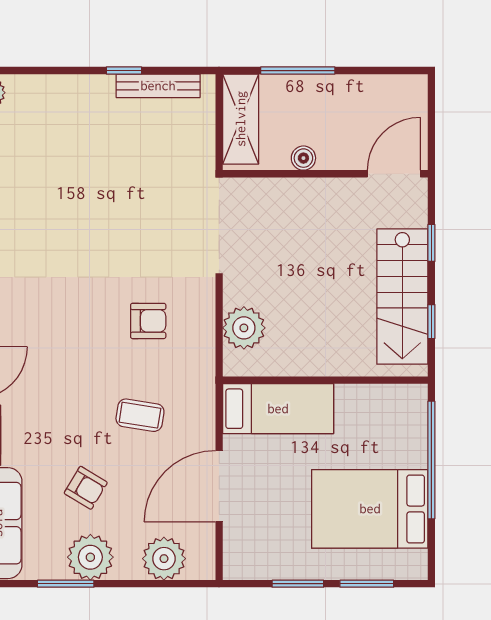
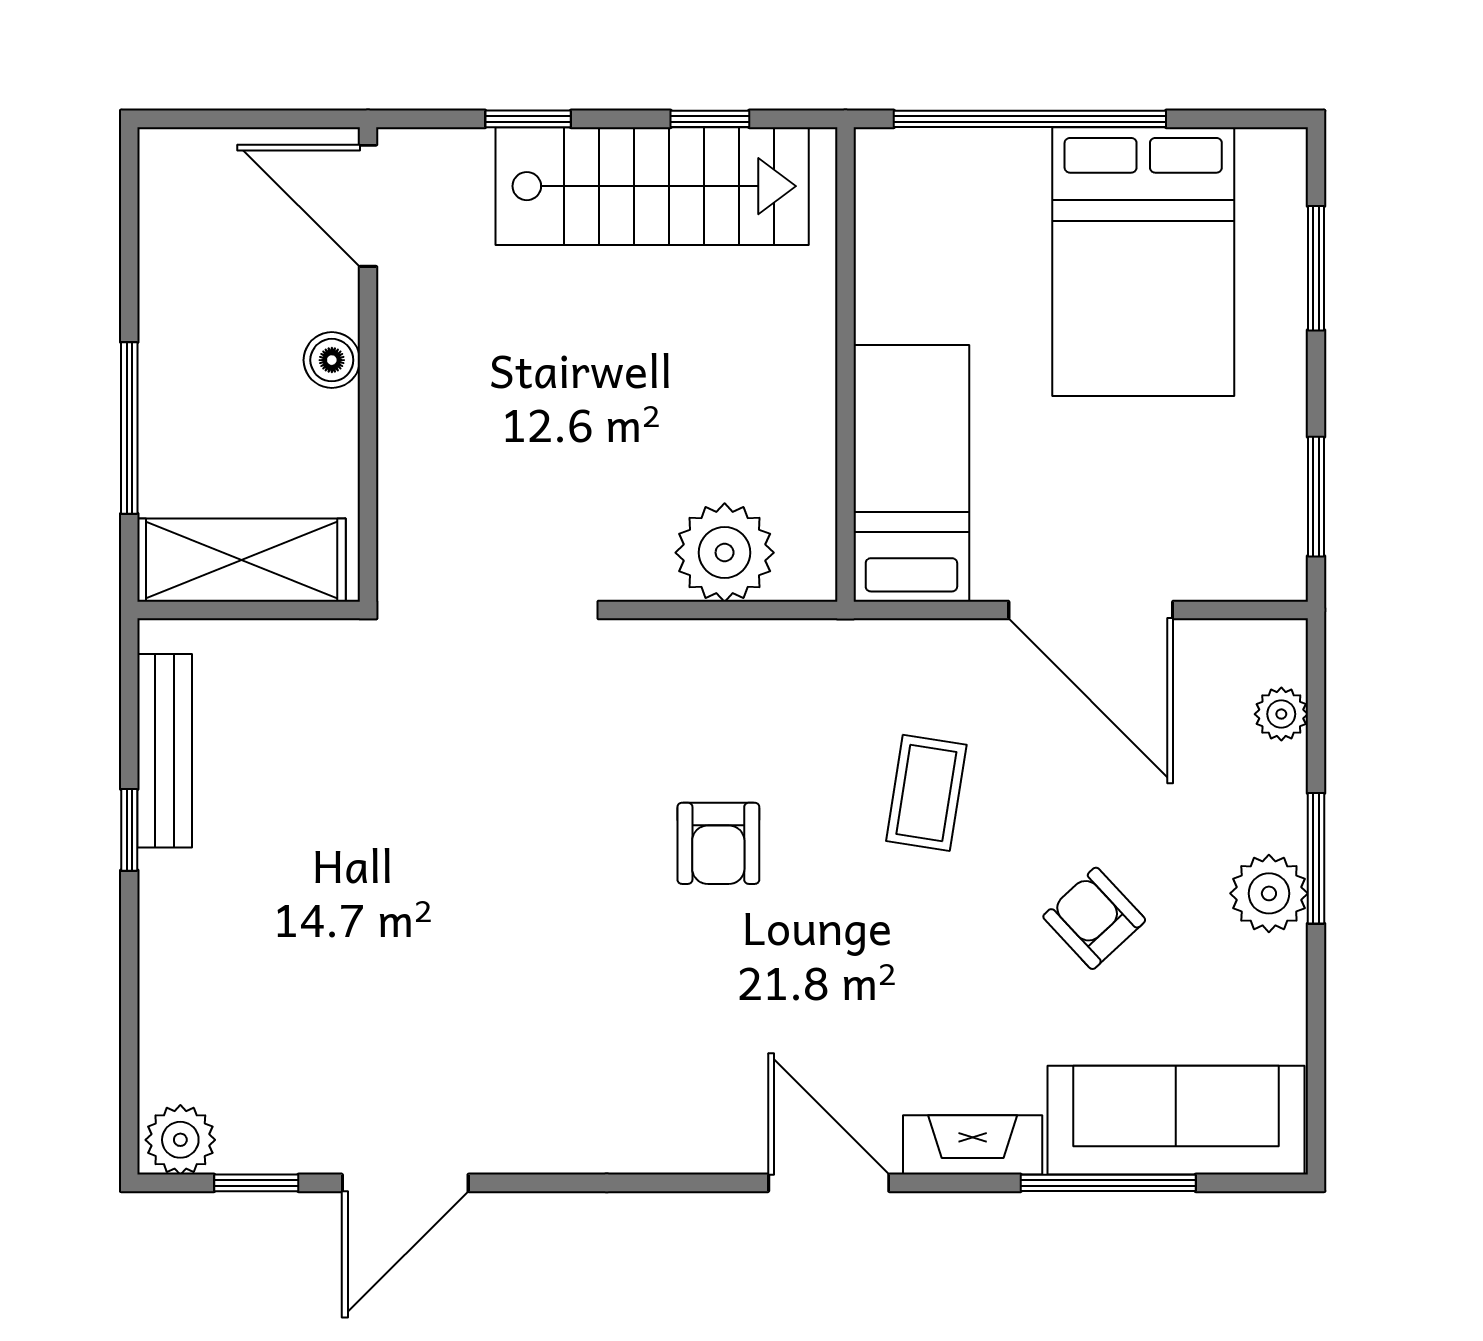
boiler: (303, 158) -> (332, 360), moved
armchair: (148, 321) -> (718, 843), moved, turned 180
armchair: (86, 488) -> (1094, 918), turned -74
plant: (90, 557) -> (1269, 893), width x0.73, depth x0.73
plant: (164, 559) -> (1281, 714), width x0.53, depth x0.53
window: (66, 584) -> (1316, 858), moved
window: (298, 584) -> (1316, 497), moved

